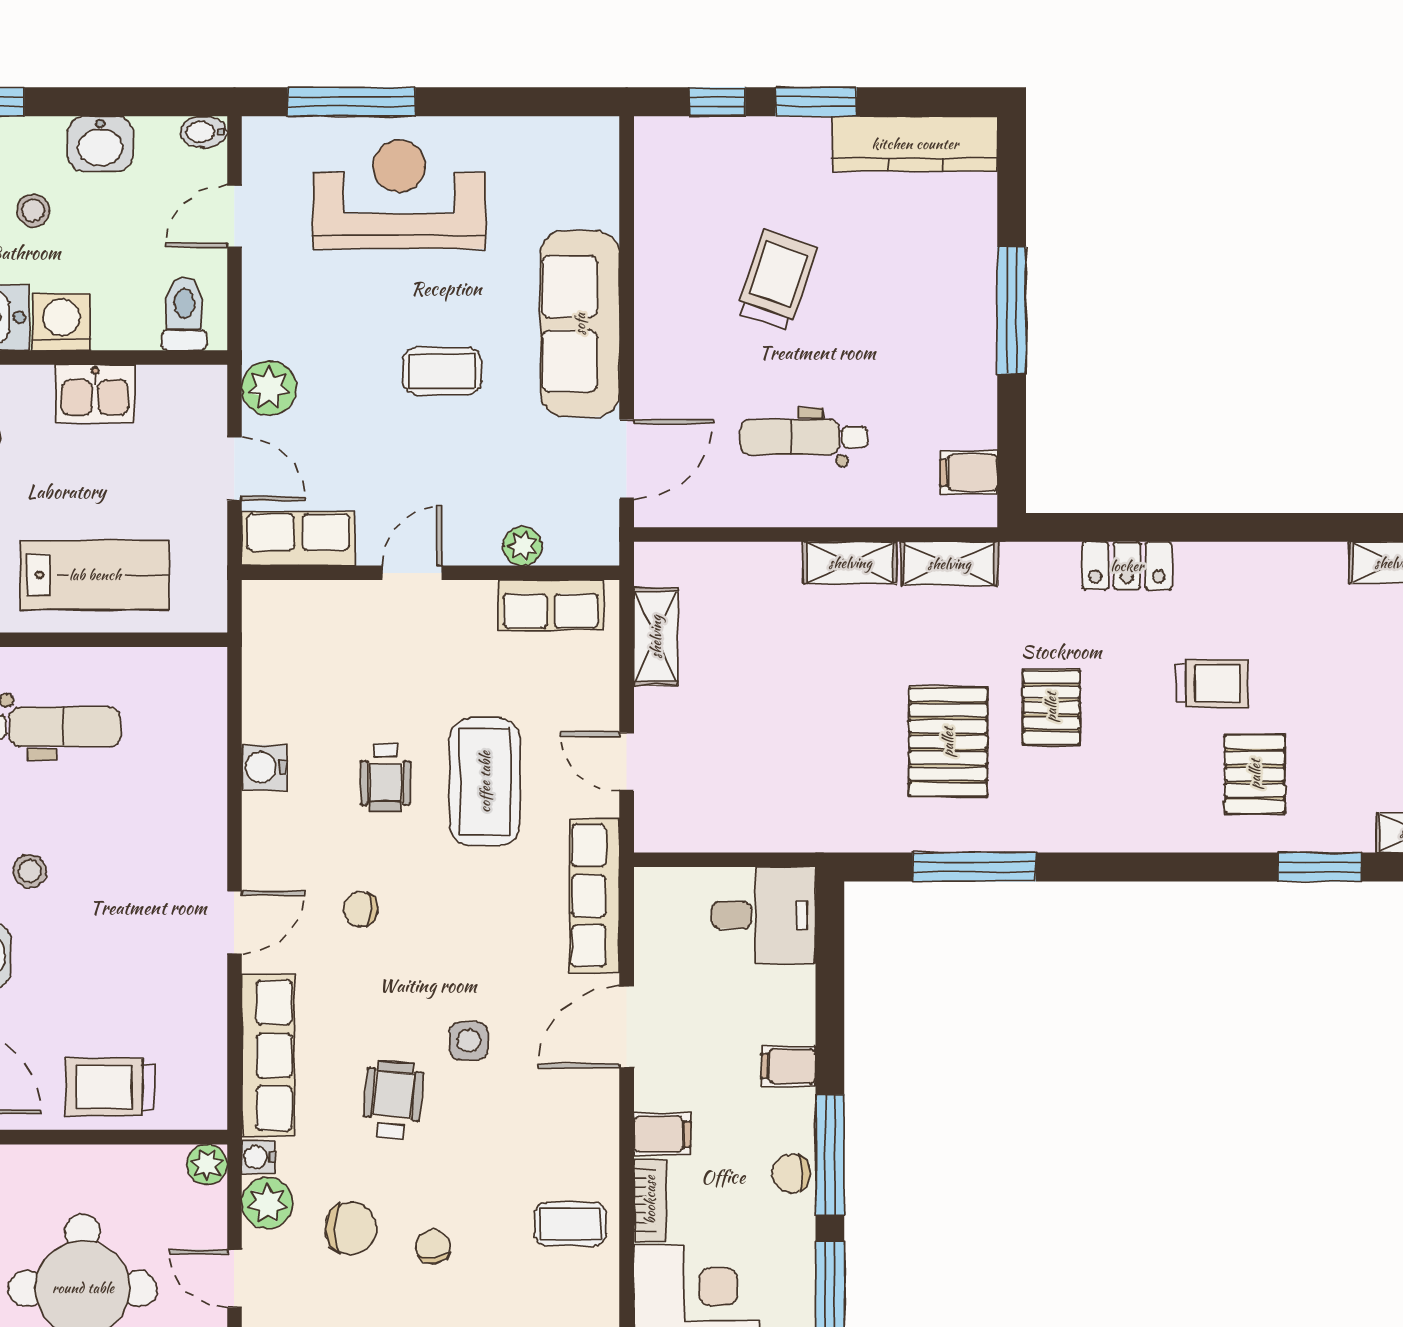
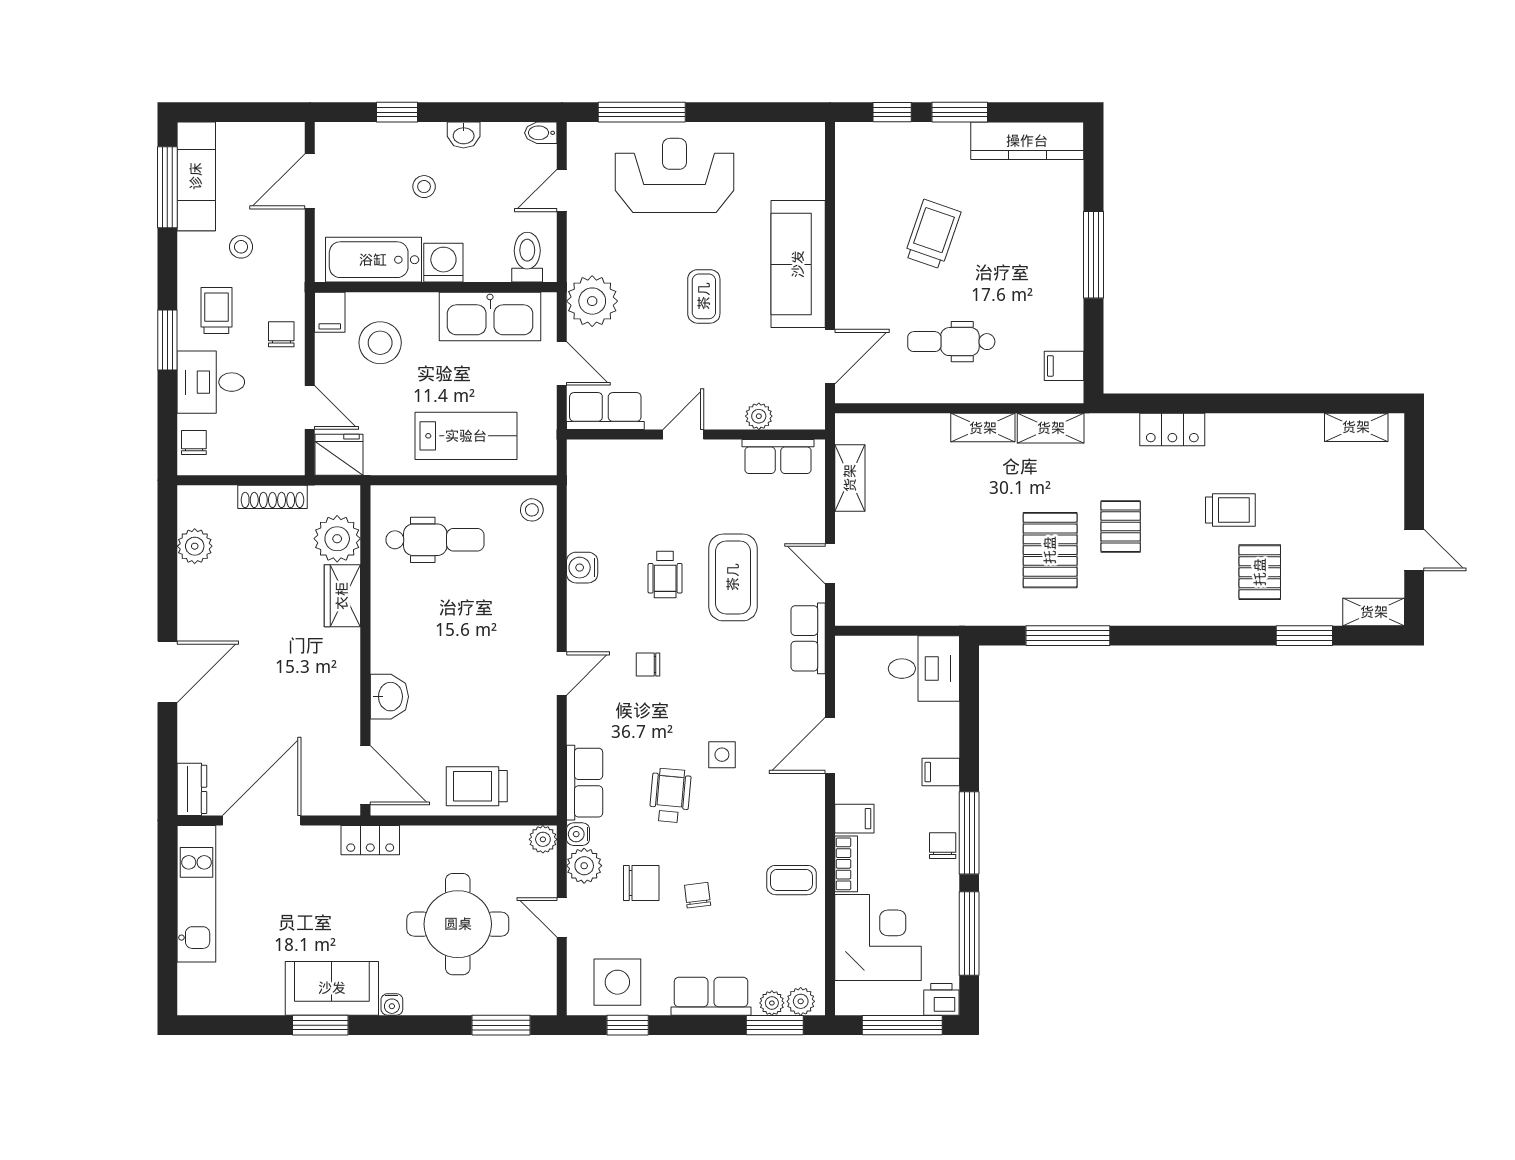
washbasin: (100, 144) -> (464, 135), width x0.72, depth x0.69
coffee table: (442, 371) -> (704, 296), turned 90
plant: (269, 388) -> (592, 301), width x1.36, depth x1.36
kitchen sink: (95, 393) -> (490, 316), width x1.88, depth x1.24
stool: (30, 871) -> (532, 510), moved
row of seats: (595, 896) -> (808, 638), width x0.68
row of seats: (268, 1055) -> (585, 783), width x0.68
chair: (791, 1174) -> (943, 846), turned 90

